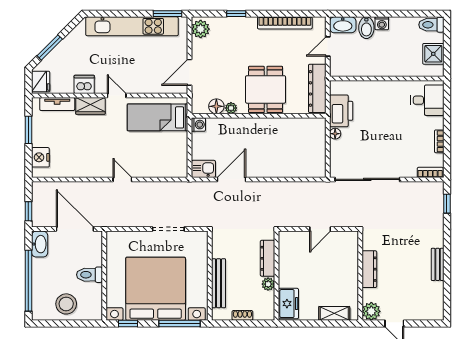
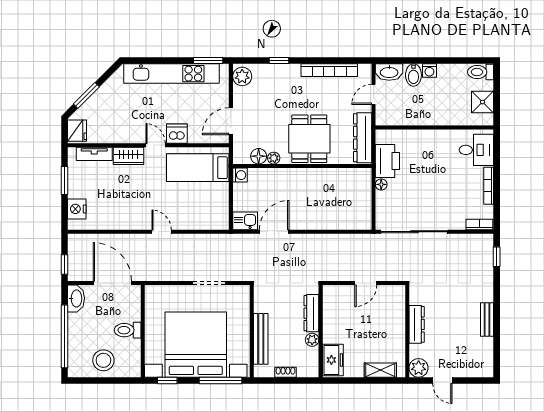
dishwasher: (84, 84) -> (177, 134), moved
bookcase: (439, 141) -> (489, 186), width x1.56

